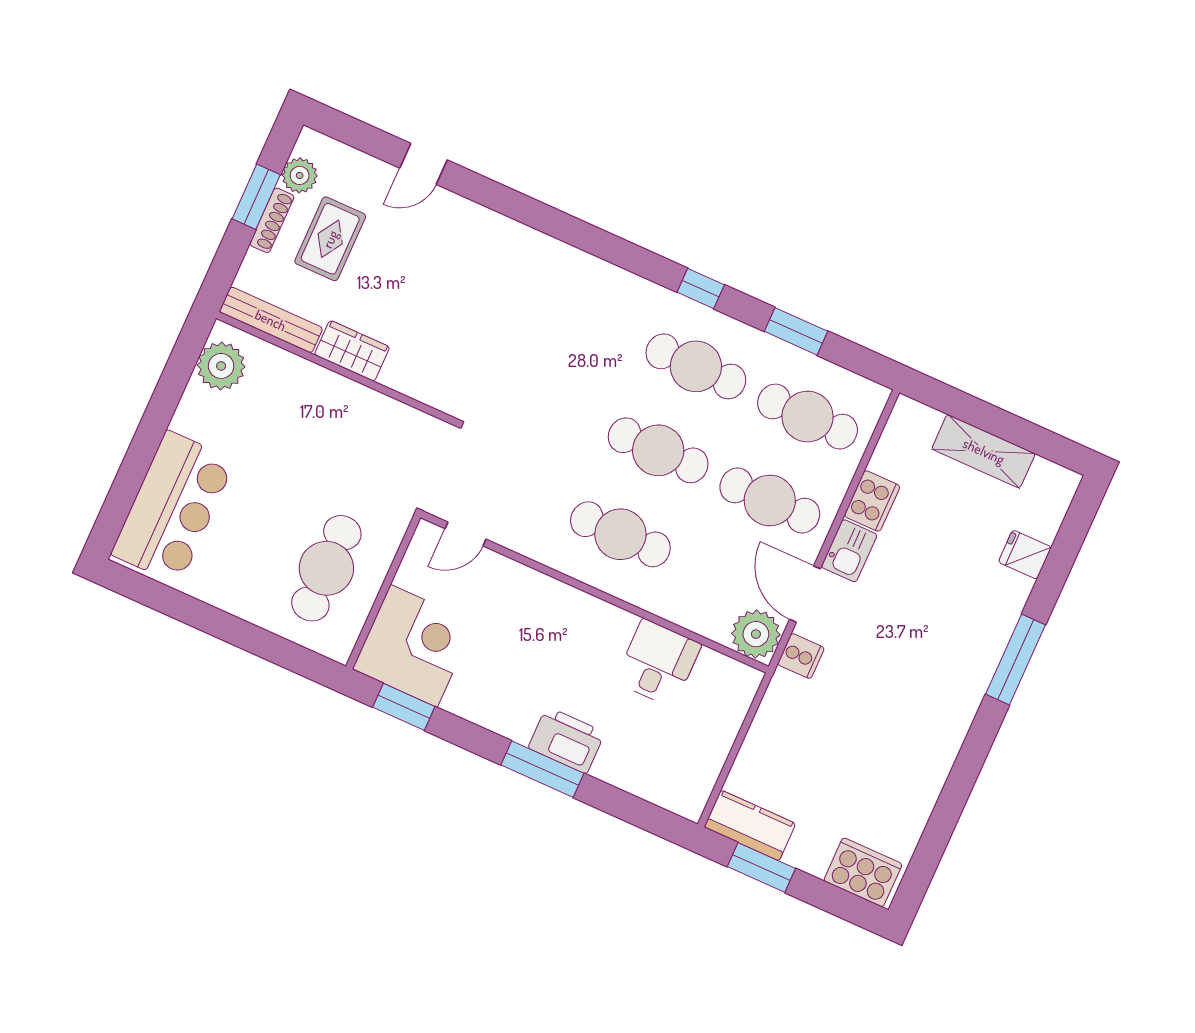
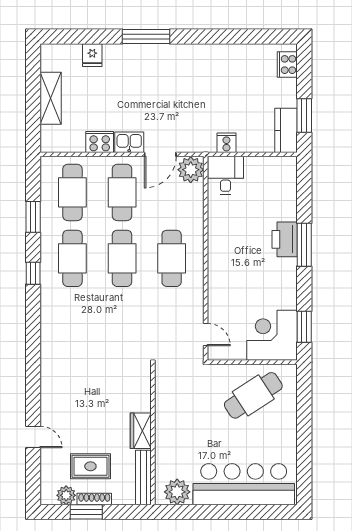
bar counter: (173, 507) -> (244, 484), width x1.36
cafe table: (326, 568) -> (253, 395), turned -33
cooker: (801, 656) -> (226, 143), moved
desk: (658, 663) -> (226, 175), moved, turned 90
cooker: (863, 872) -> (287, 65), width x0.73, depth x0.76

